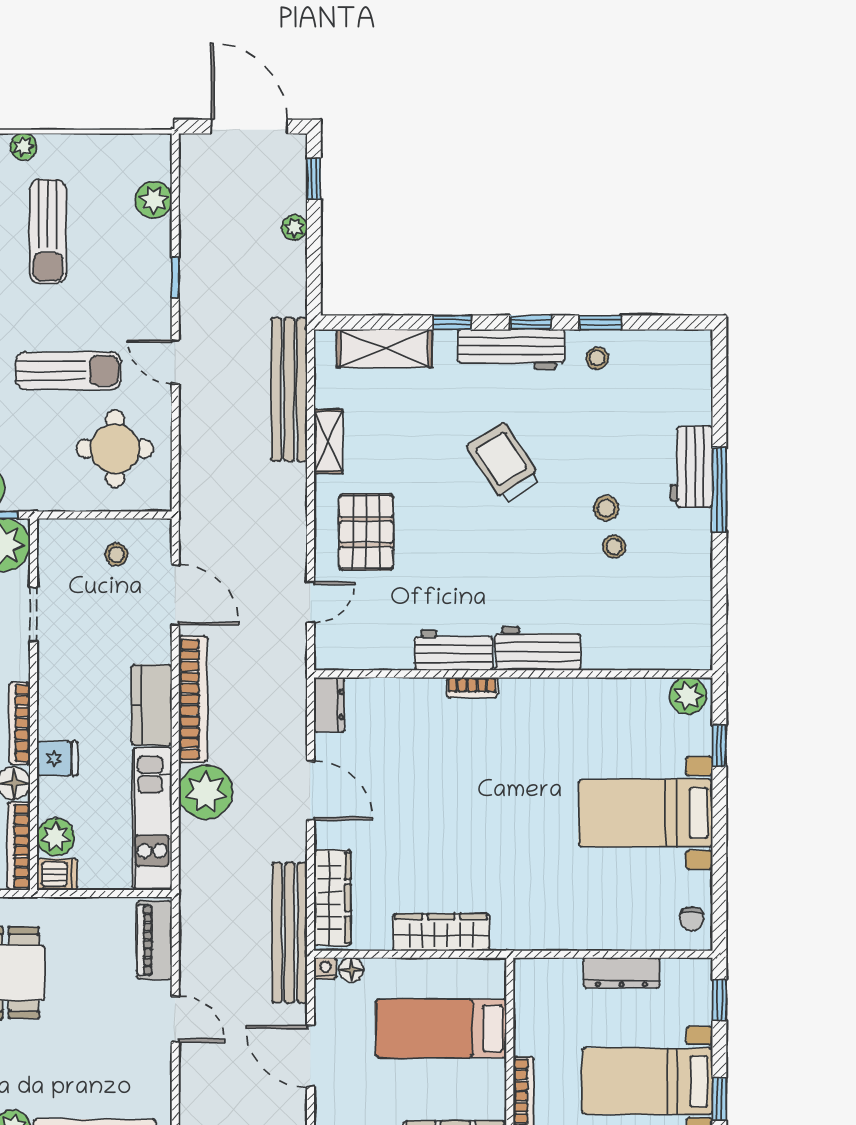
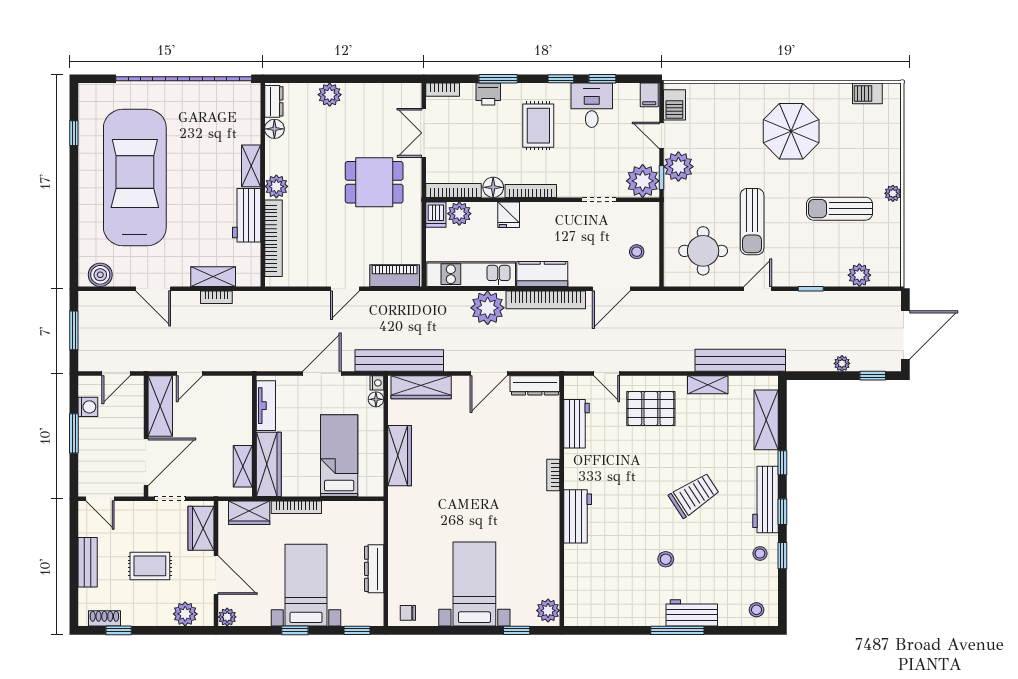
stool: (614, 547) -> (756, 610), moved
workbench: (454, 650) -> (576, 424), moved
dresser: (329, 705) -> (535, 385), width x1.44

